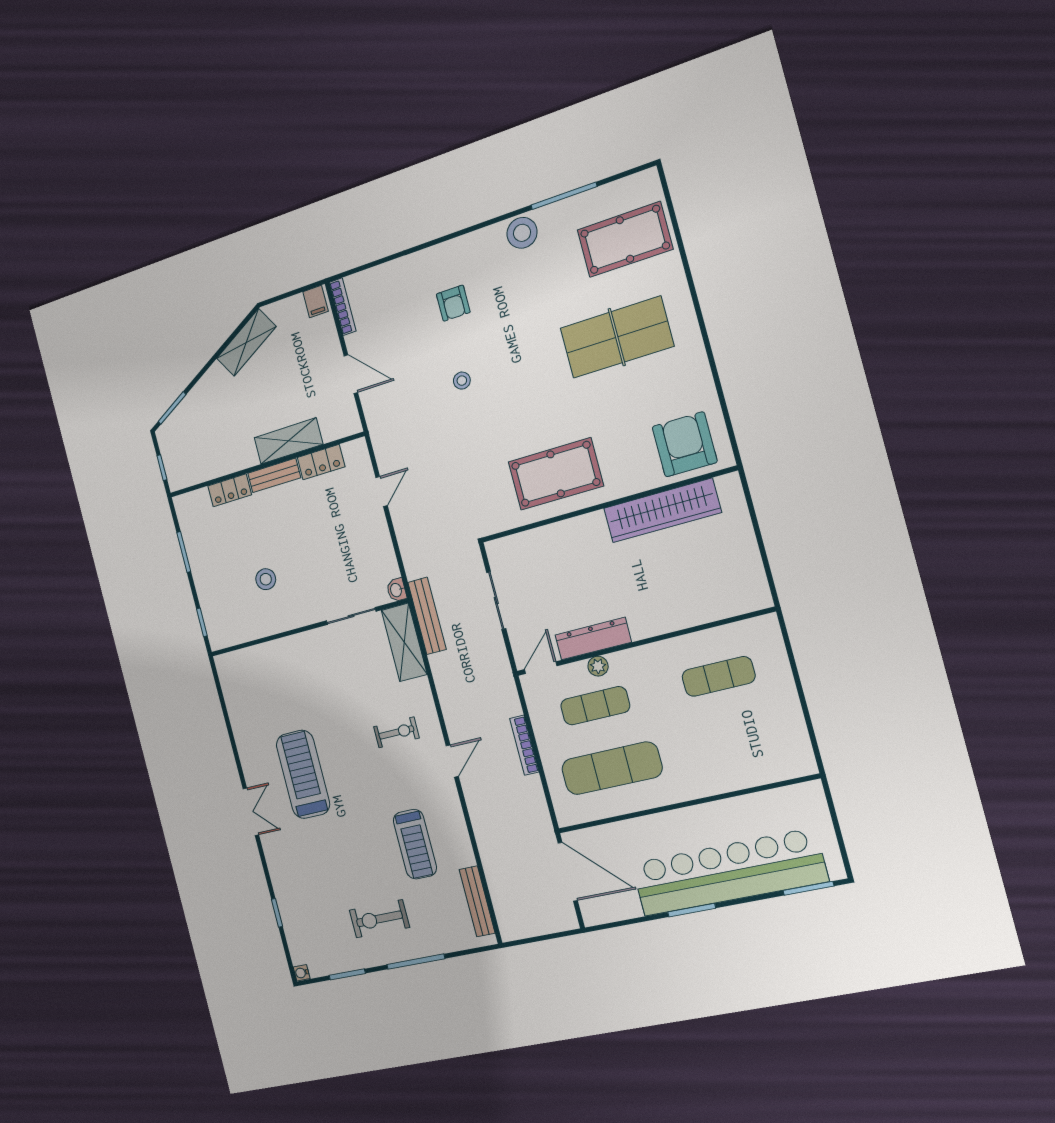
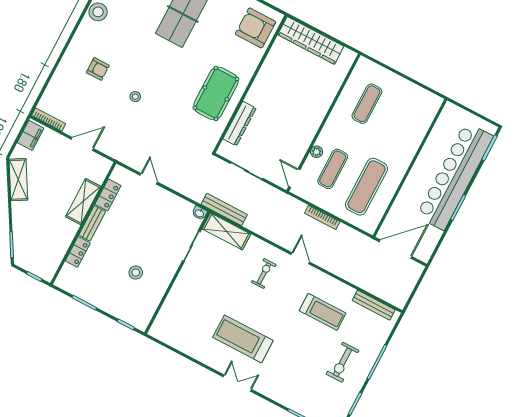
filing cabinet: (316, 302) -> (30, 135), width x2.00
wardrobe: (662, 510) -> (311, 40), moved, turned 90
dresser: (593, 639) -> (240, 124), moved, turned 180

